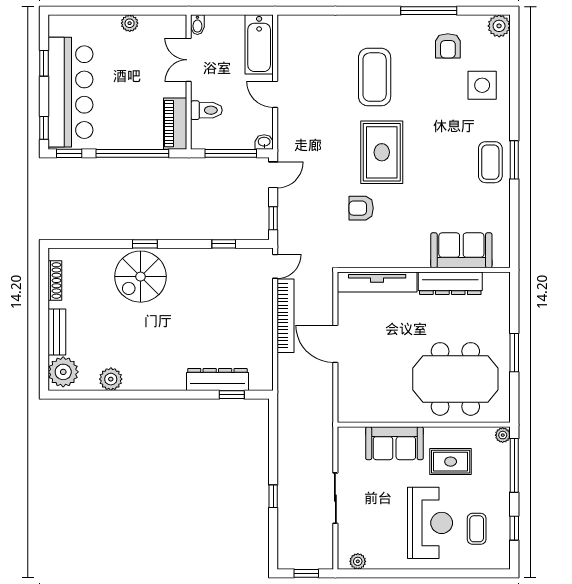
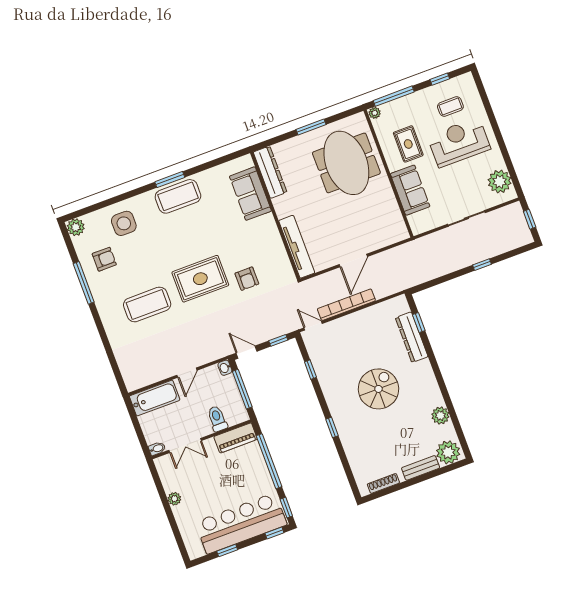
coffee table: (490, 162) -> (178, 196), width x1.36, depth x1.32
spiral stairs: (141, 277) -> (378, 389), moved, turned -90
dresser: (450, 283) -> (270, 172), moved
plant: (358, 561) -> (500, 182), width x1.87, depth x1.87

